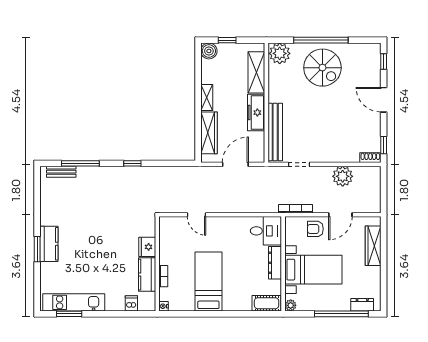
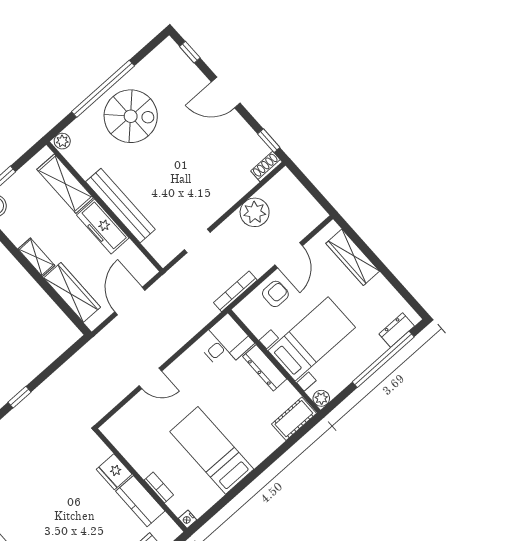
plant: (280, 53) -> (62, 141), width x0.53, depth x0.53
bench: (275, 132) -> (120, 206), moved
door: (196, 215) -> (150, 378), moved
armchair: (315, 229) -> (275, 294), turned 180

